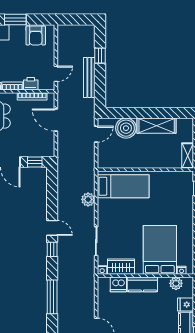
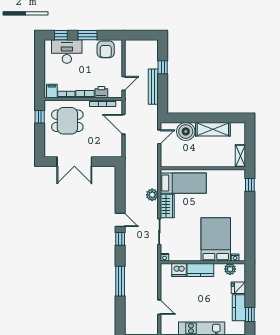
window: (35, 162) -> (105, 162), removed
wardrobe: (121, 267) -> (167, 206), moved, turned 90

